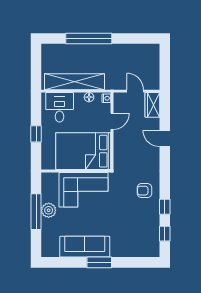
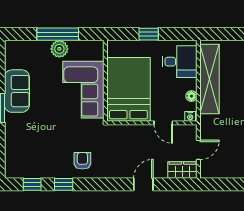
sofa: (85, 247) -> (17, 91), width x0.73

